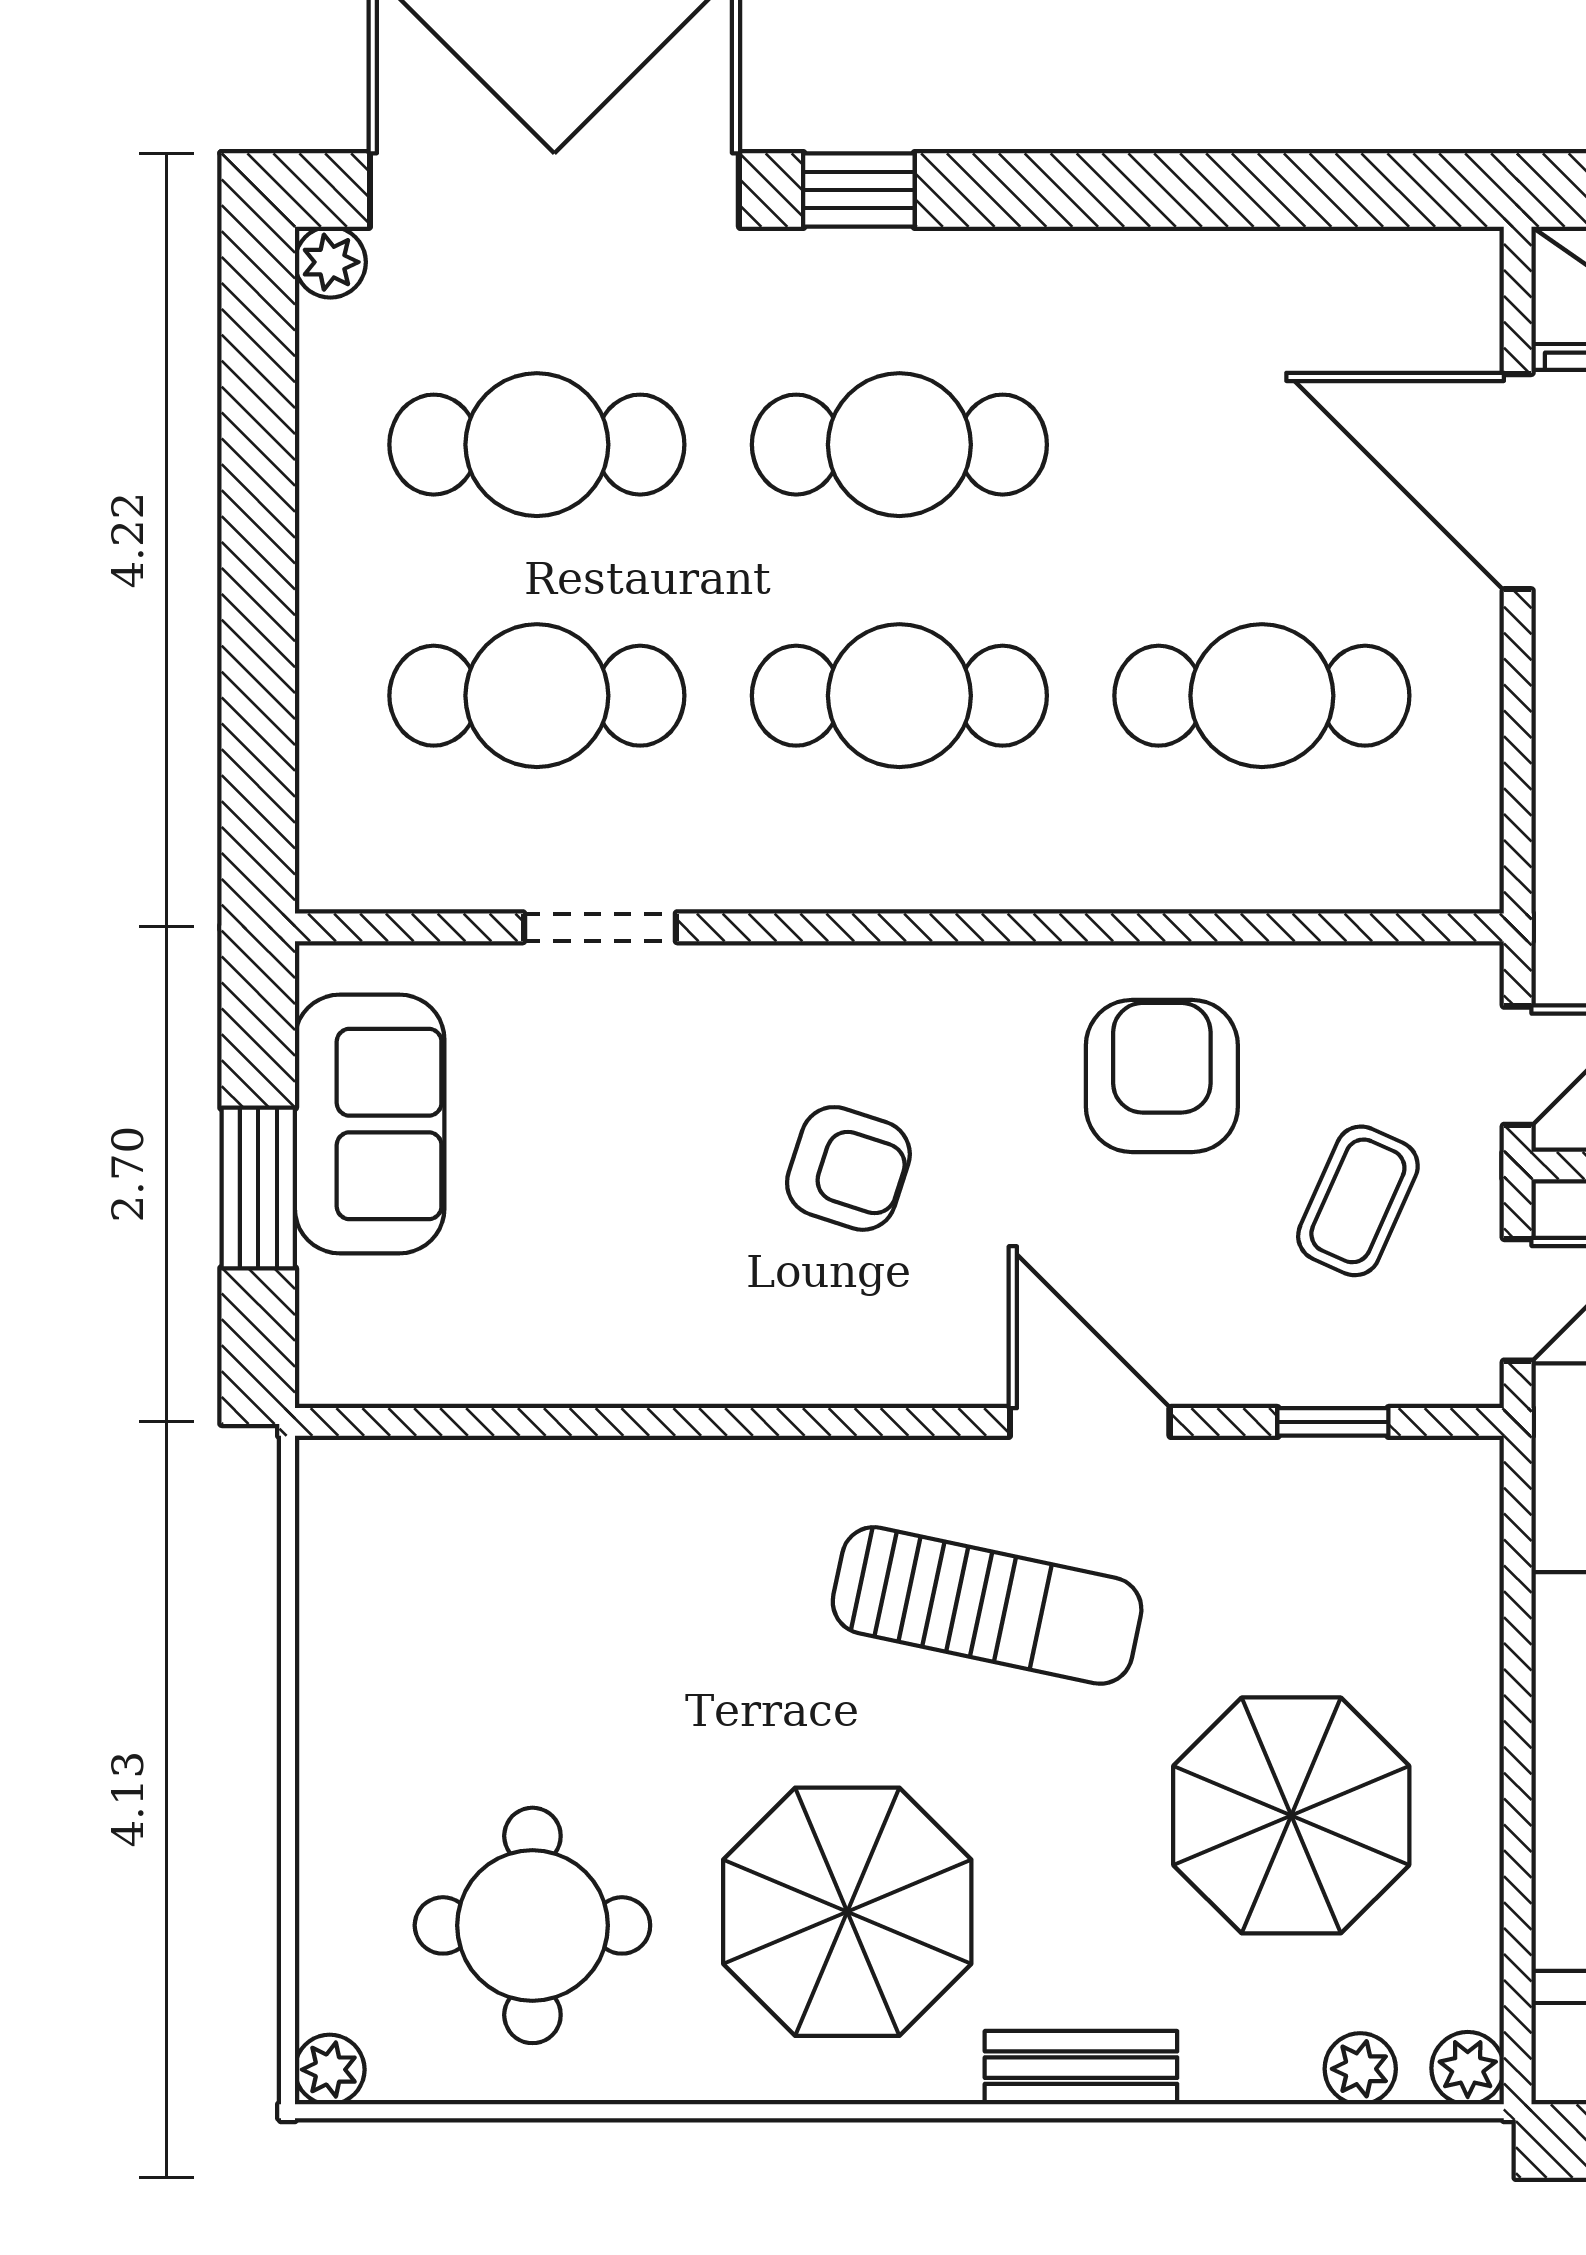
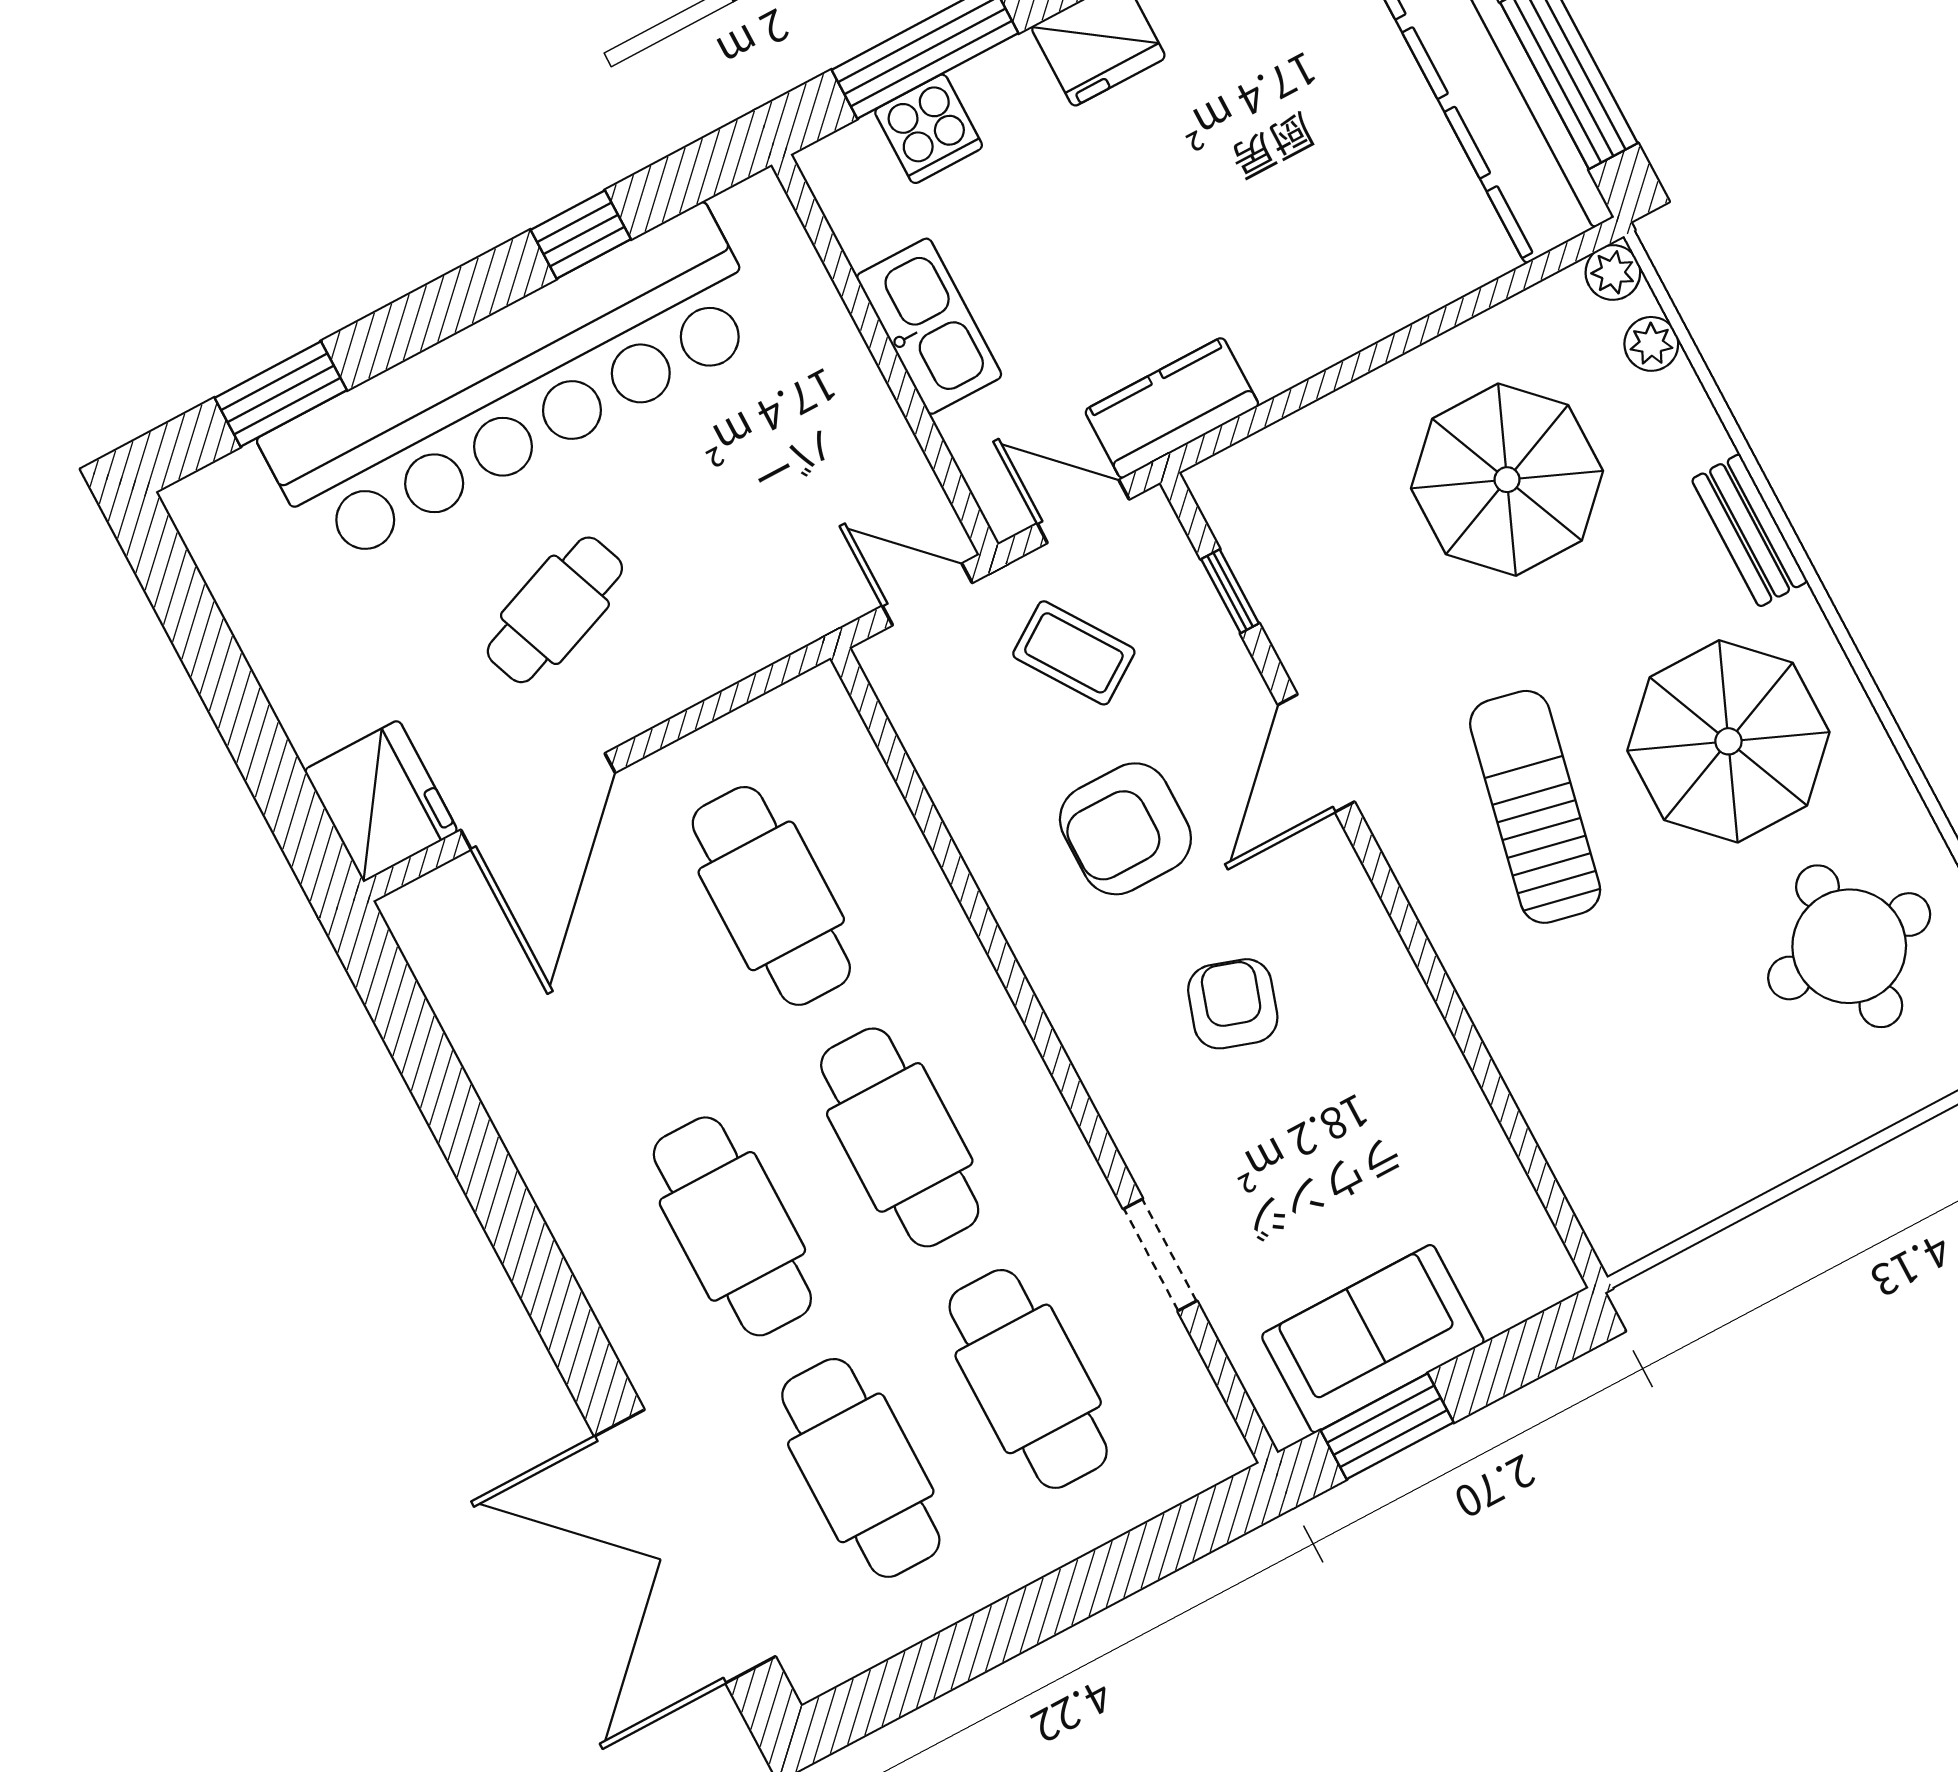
window: (859, 190) -> (577, 1344), removed
plant: (330, 262) -> (812, 1670), removed
armchair: (1162, 1076) -> (1125, 829), moved
window: (258, 1188) -> (1387, 1426), moved
coffee table: (1358, 1201) -> (1074, 653), turned 32
sun lounger: (987, 1605) -> (1535, 807), moved

